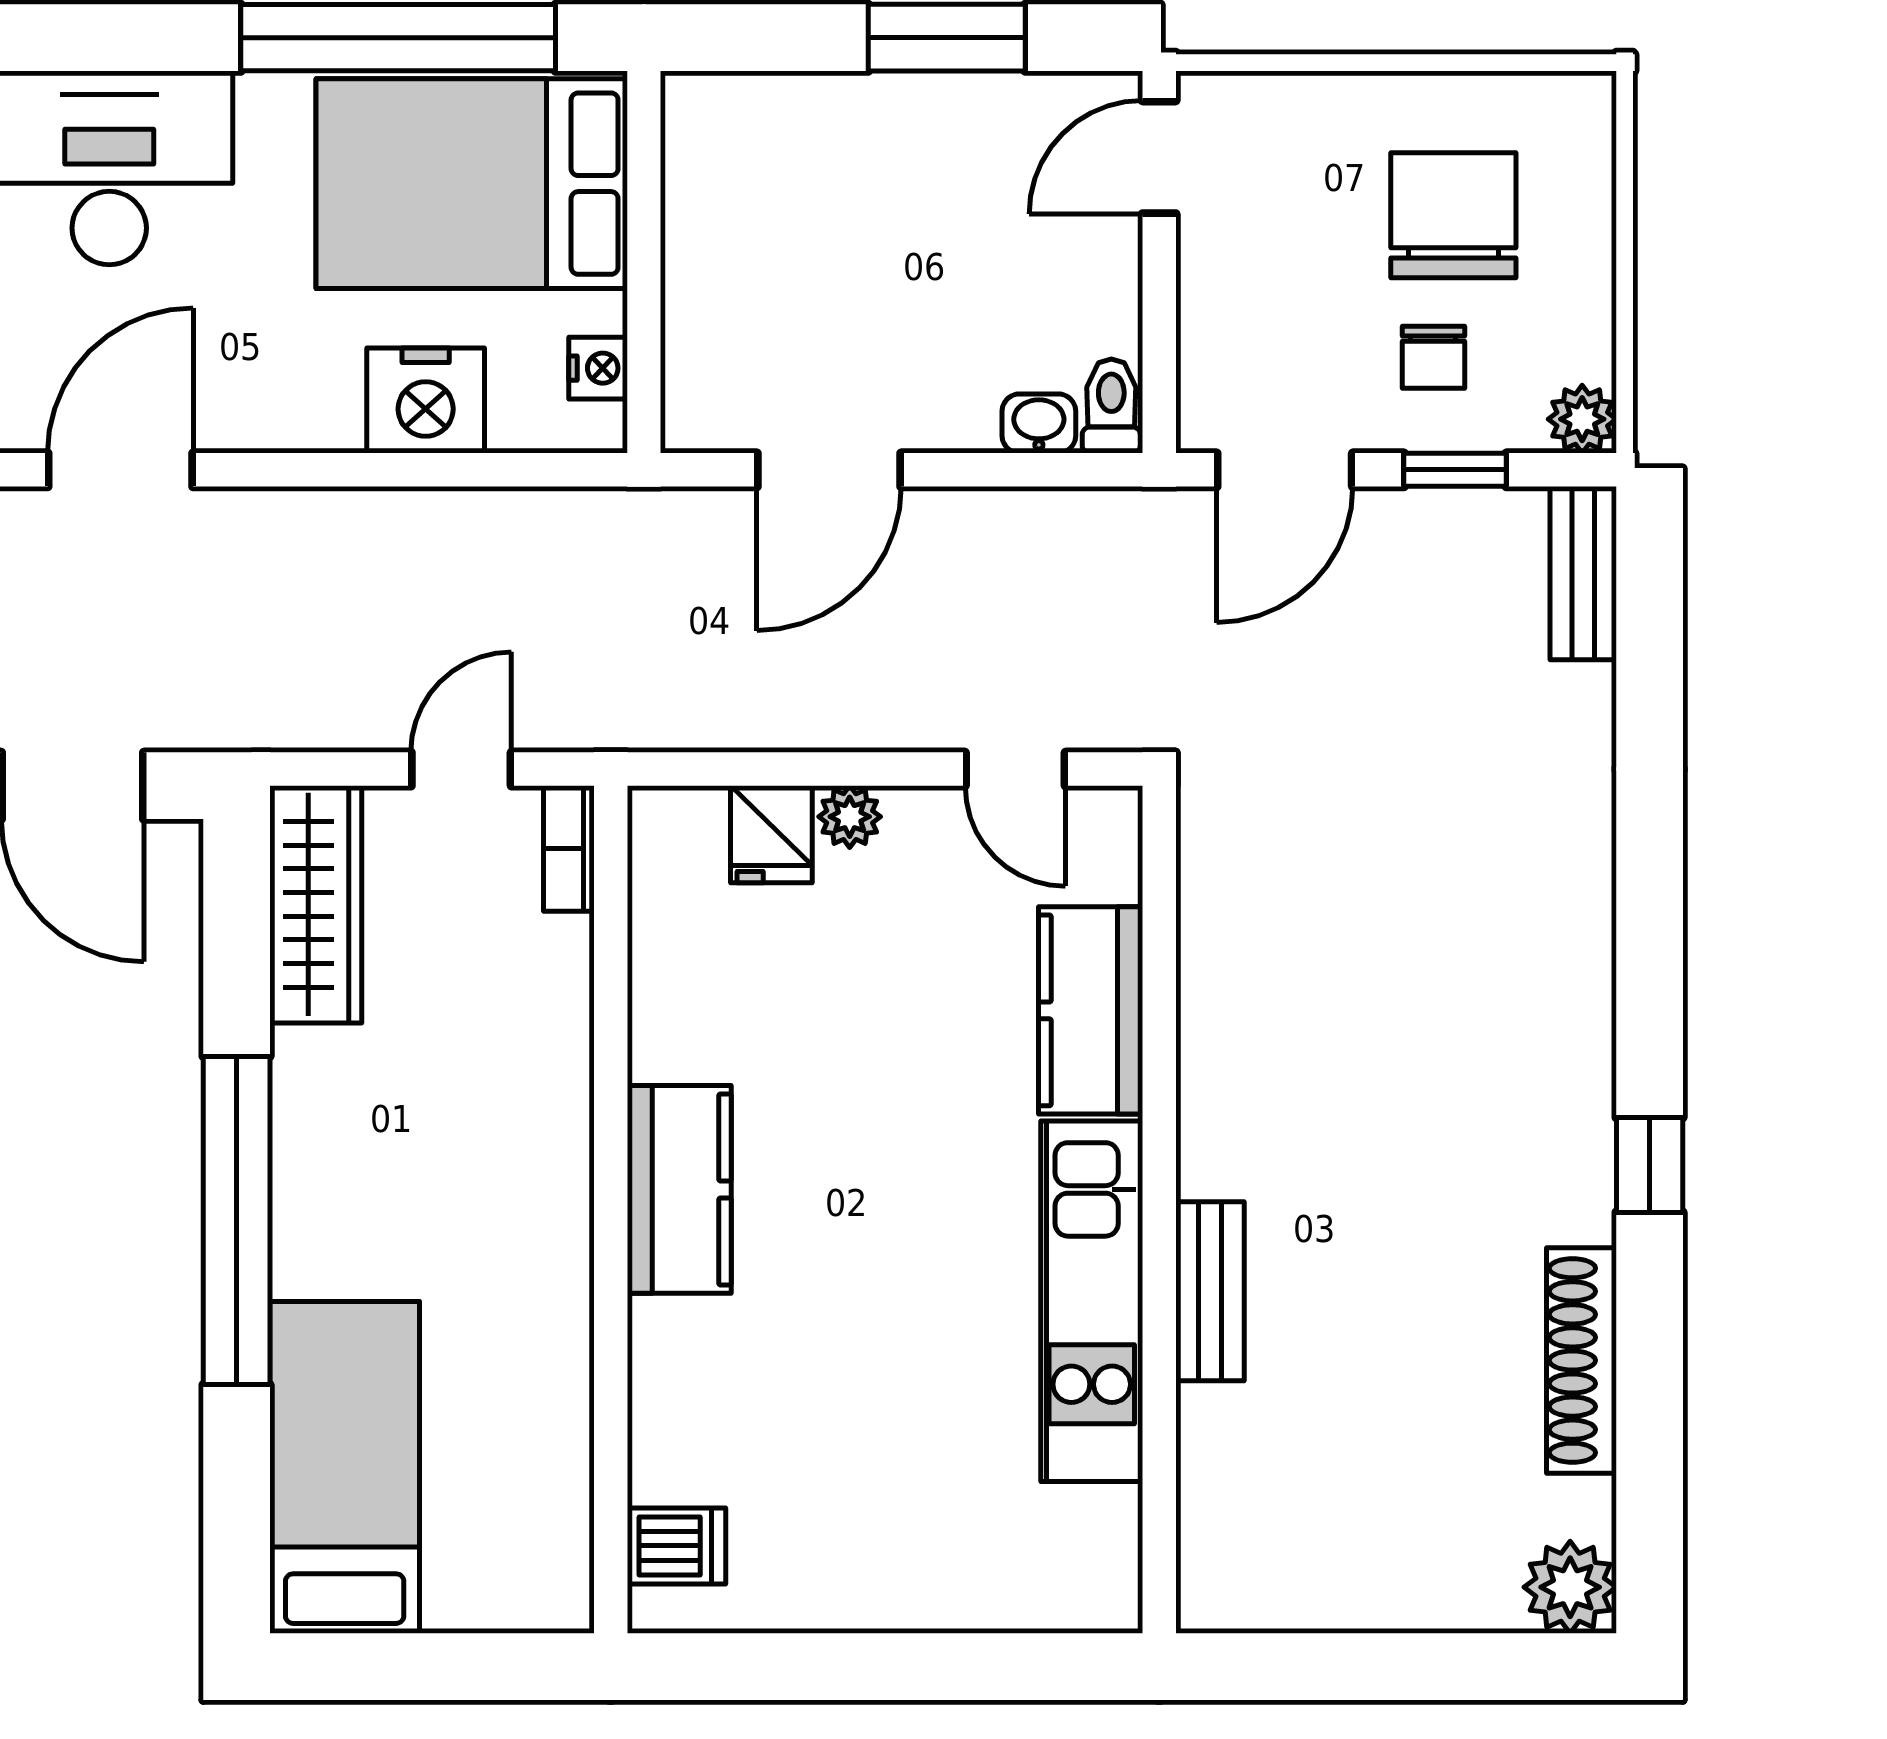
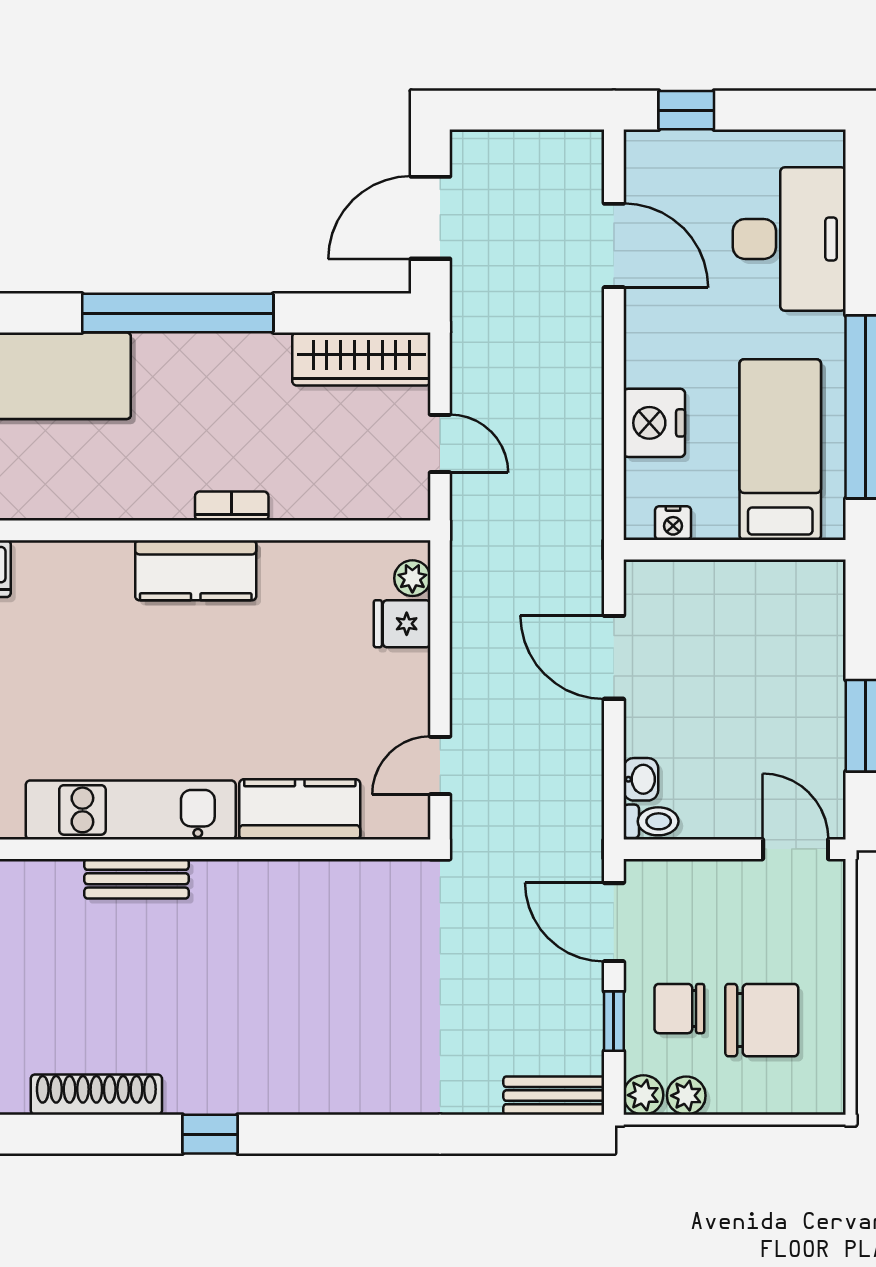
bed: (472, 184) -> (780, 450), width x0.67
plant: (1583, 345) -> (686, 1096), added
chair: (1433, 357) -> (679, 1009), width x1.37, depth x1.37
plant: (850, 817) -> (412, 578), moved
bookcase: (569, 849) -> (232, 506), moved

